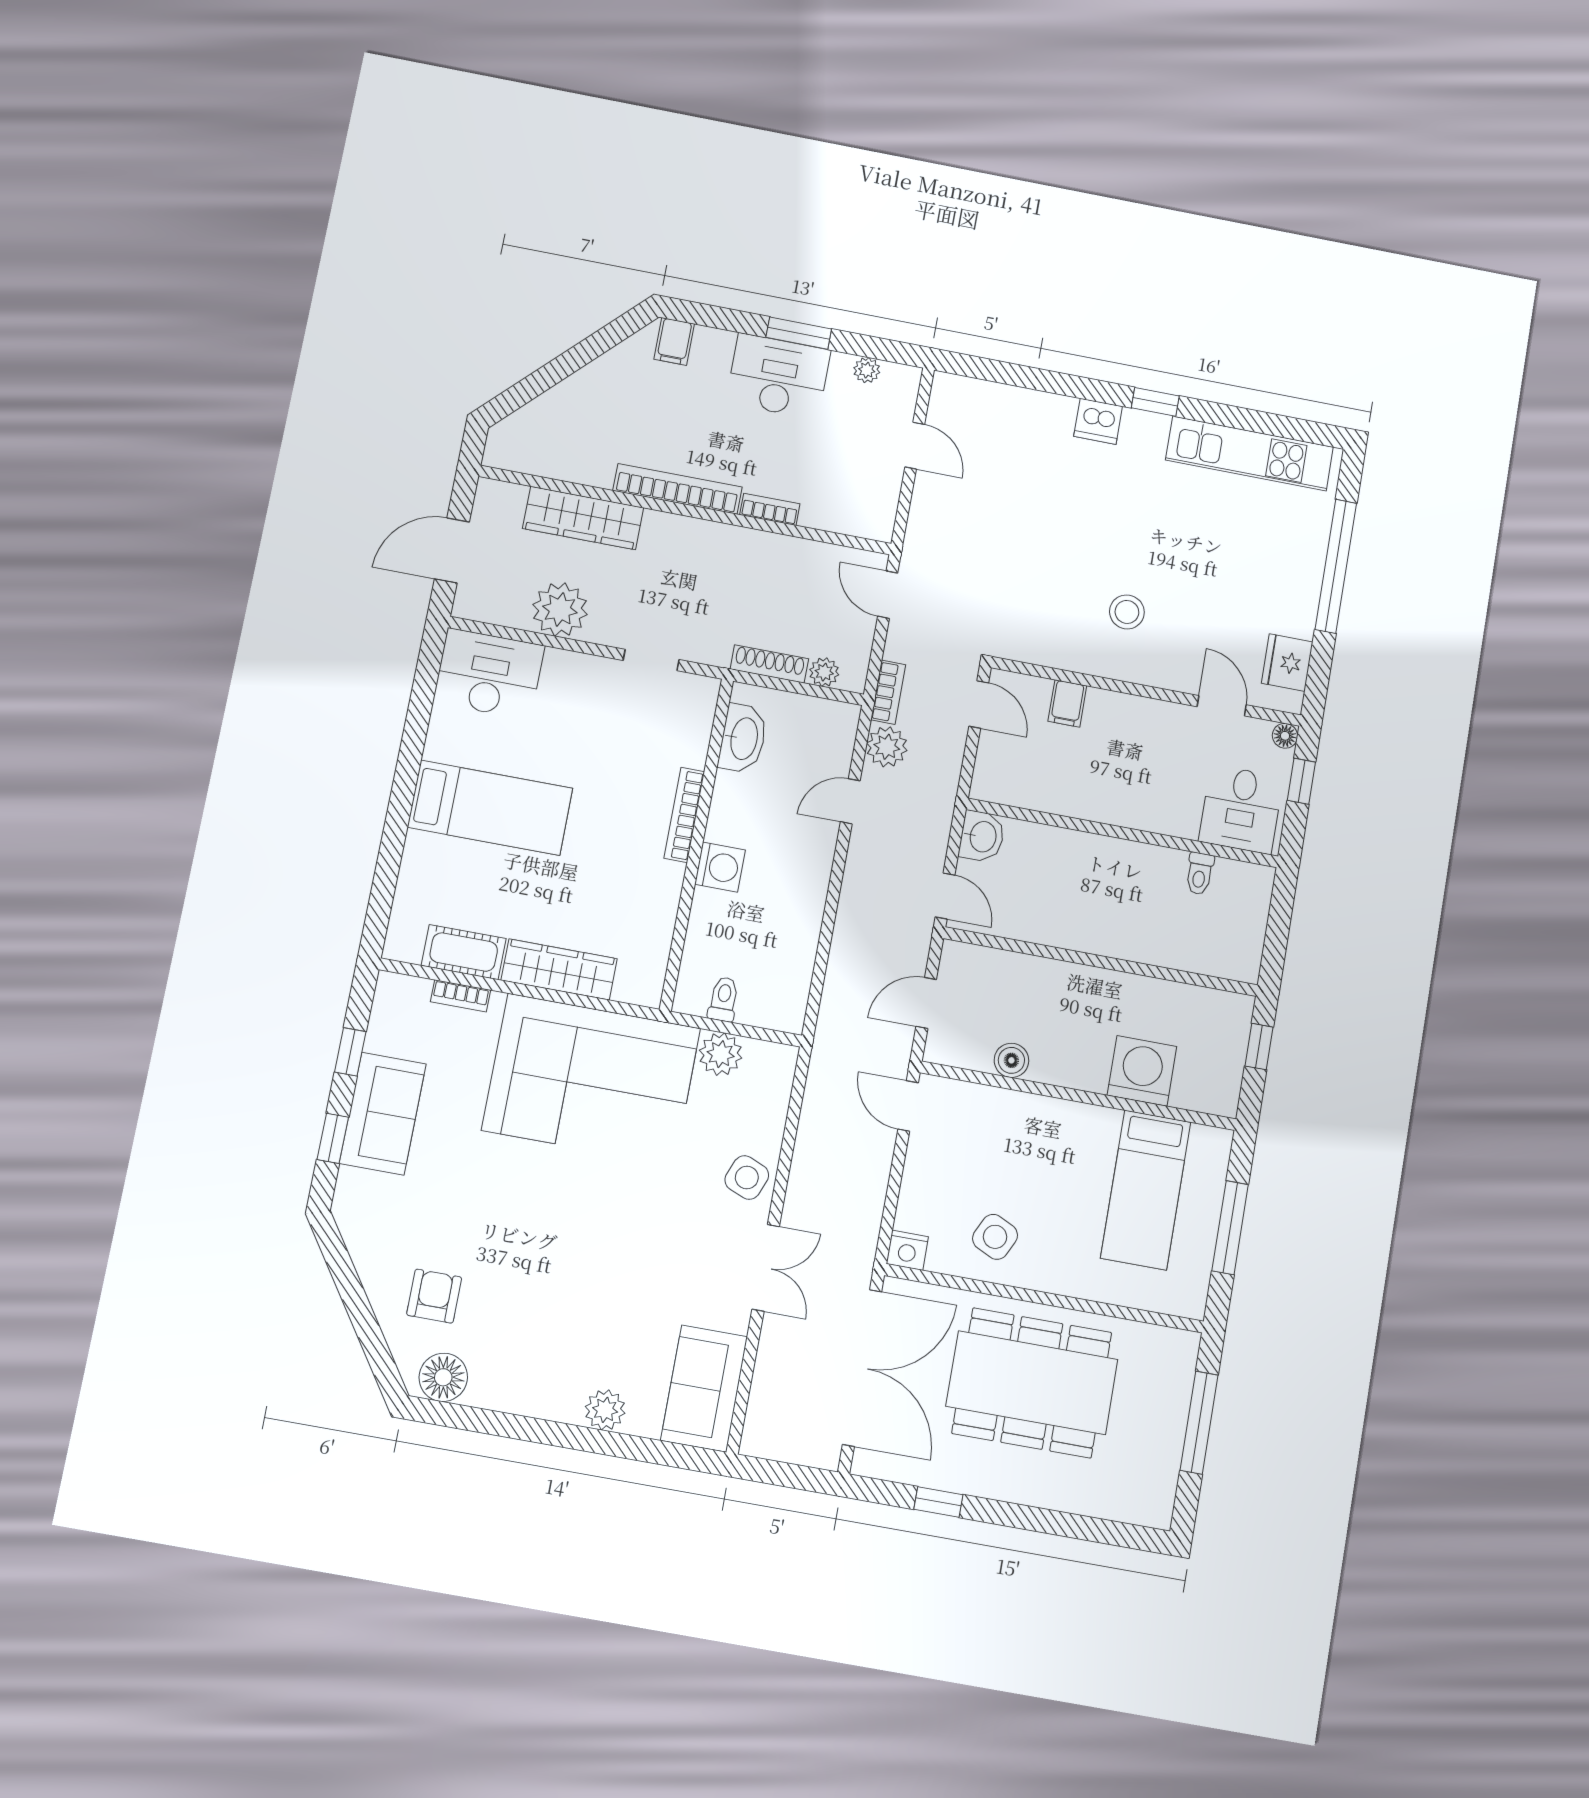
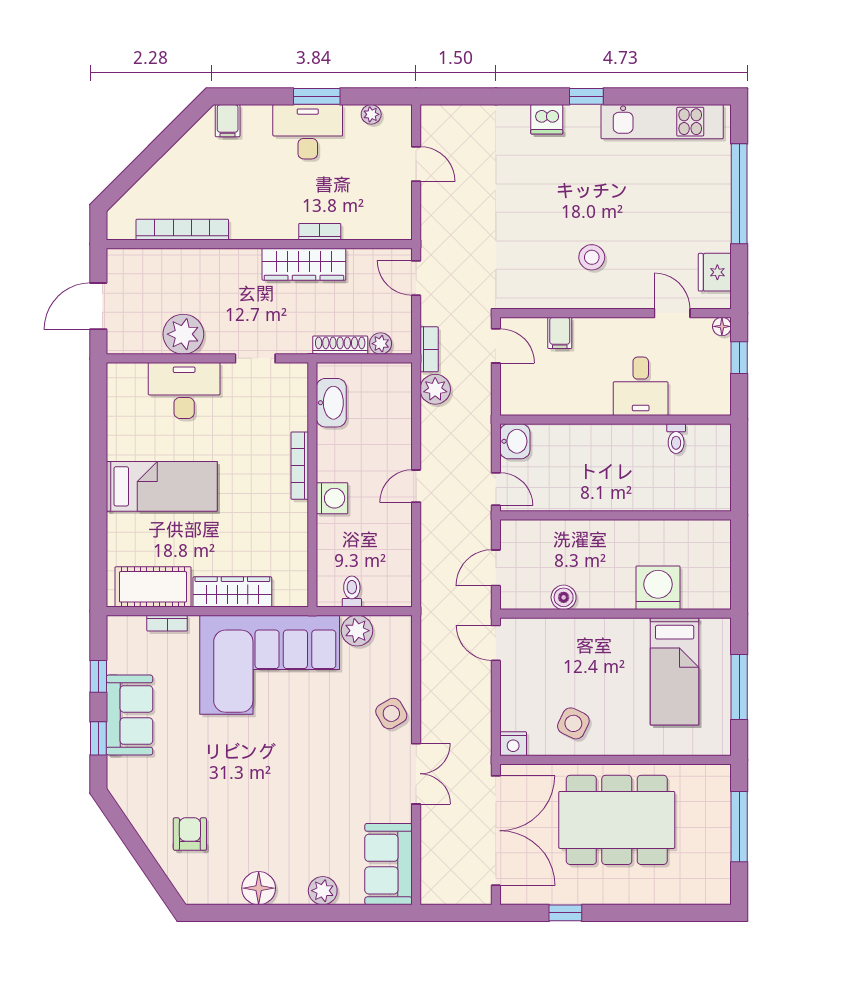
bookcase: (677, 489) -> (182, 230), moved
wardrobe: (583, 518) -> (304, 264), moved
desk: (489, 674) -> (184, 391), moved
door: (850, 801) -> (416, 486), moved
desk: (1241, 809) -> (641, 386), moved
cot: (464, 952) -> (153, 587), width x1.37, depth x1.34
window: (1259, 1047) -> (739, 555), removed
side table: (747, 1178) -> (391, 713), turned 38
floor lamp: (443, 1377) -> (259, 888), moved

